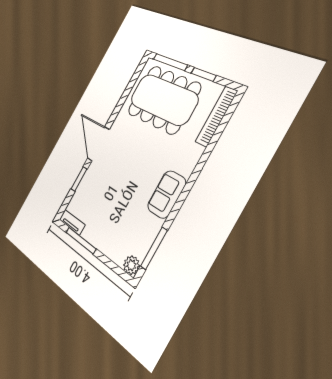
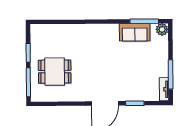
dining table: (163, 99) -> (55, 72), width x0.53, depth x0.80
bookcase: (216, 116) -> (51, 29), removed
sofa: (167, 194) -> (135, 32), moved

